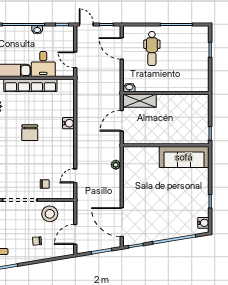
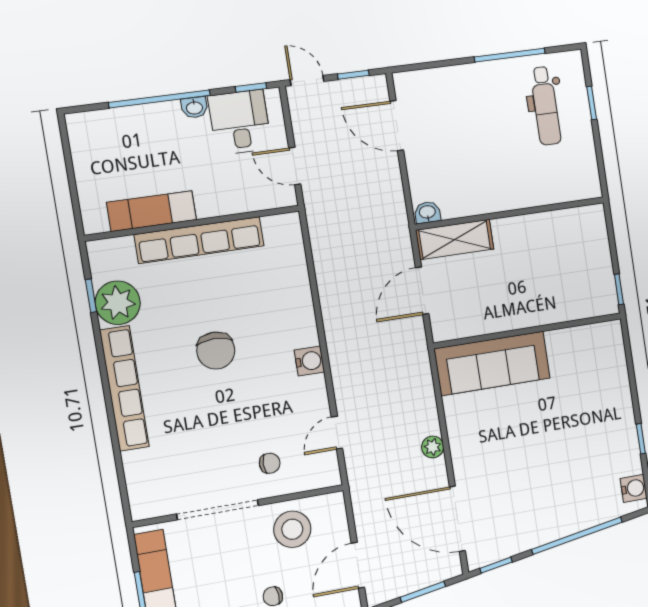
dental chair: (152, 49) -> (546, 106), moved
desk: (43, 64) -> (240, 122), moved, turned 180
water cooler: (68, 123) -> (309, 361), moved
sofa: (184, 157) -> (492, 363), moved
plant: (116, 165) -> (433, 447), moved

